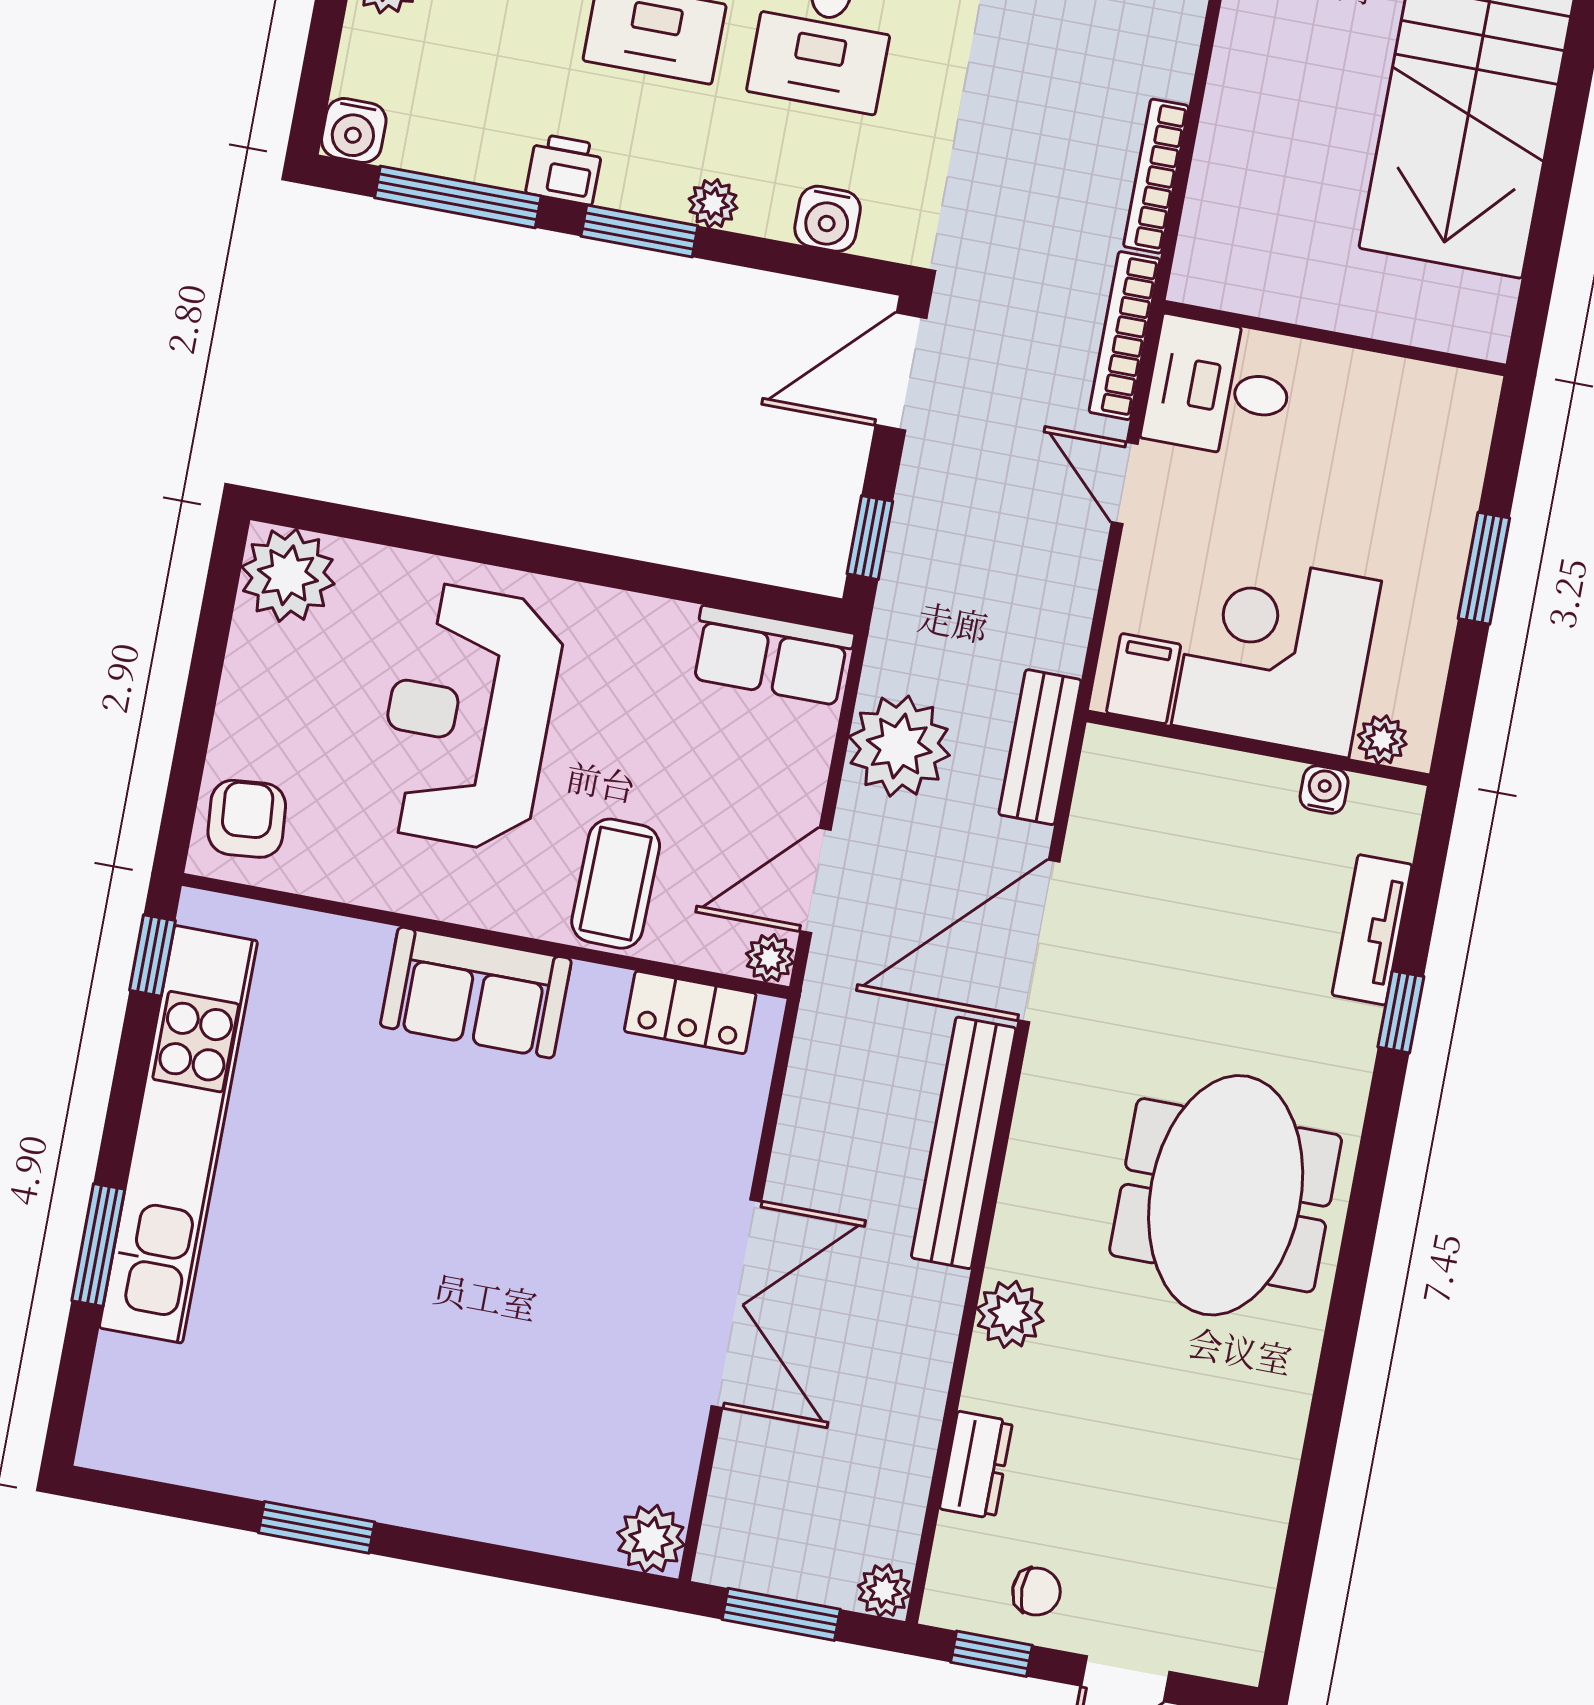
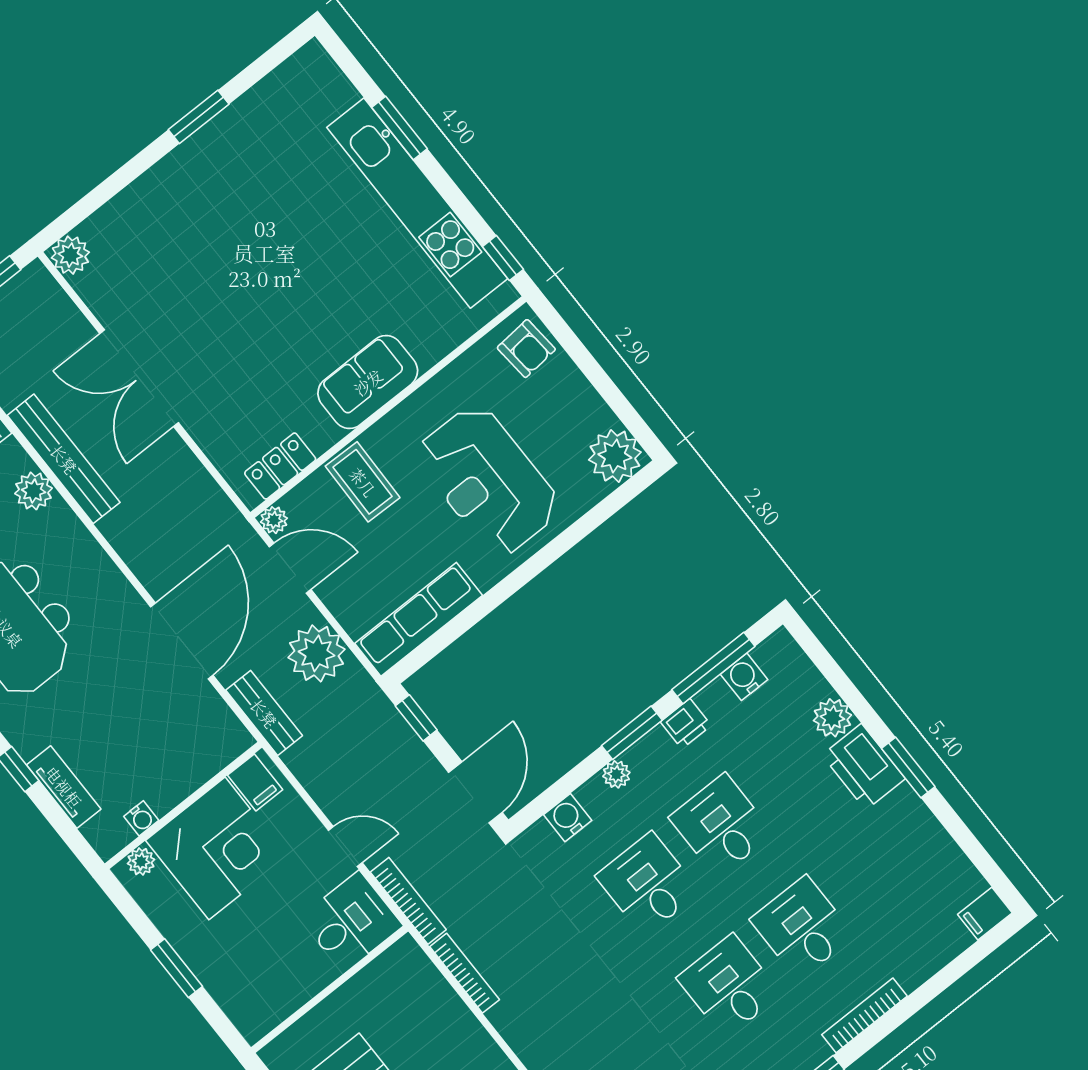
water cooler: (354, 130) -> (744, 677), moved
row of seats: (772, 656) -> (419, 619), width x1.48
reception desk: (468, 717) -> (488, 480), turned 180
door: (816, 881) -> (290, 568), hinge flipped
bench: (964, 1143) -> (64, 459), moved

